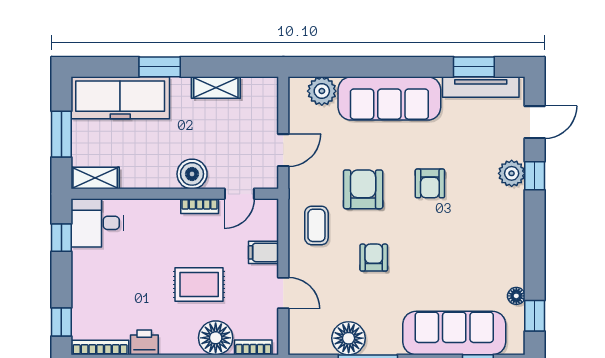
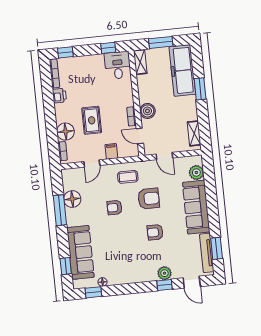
shelving: (216, 88) -> (194, 133), moved
armchair: (374, 258) -> (115, 208), turned 180

